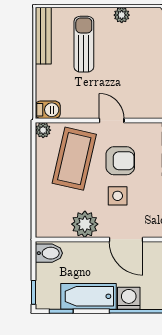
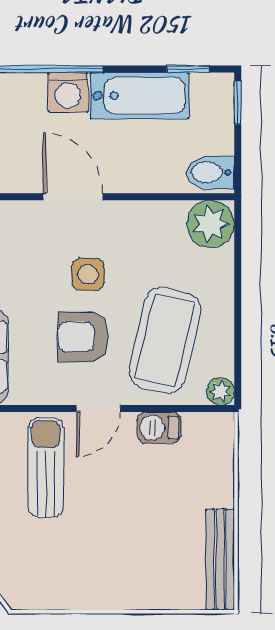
plant: (122, 15) -> (81, 596), removed
sun lounger: (84, 44) -> (46, 467), moved, turned 180
barbecue: (48, 110) -> (159, 427), moved
door: (112, 120) -> (99, 408), hinge flipped
plant: (85, 224) -> (211, 224), moved

